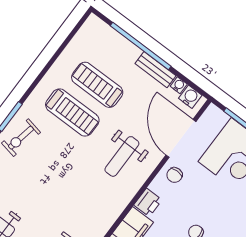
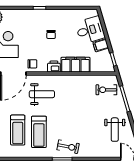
treadmill: (72, 113) -> (39, 132), turned 180

